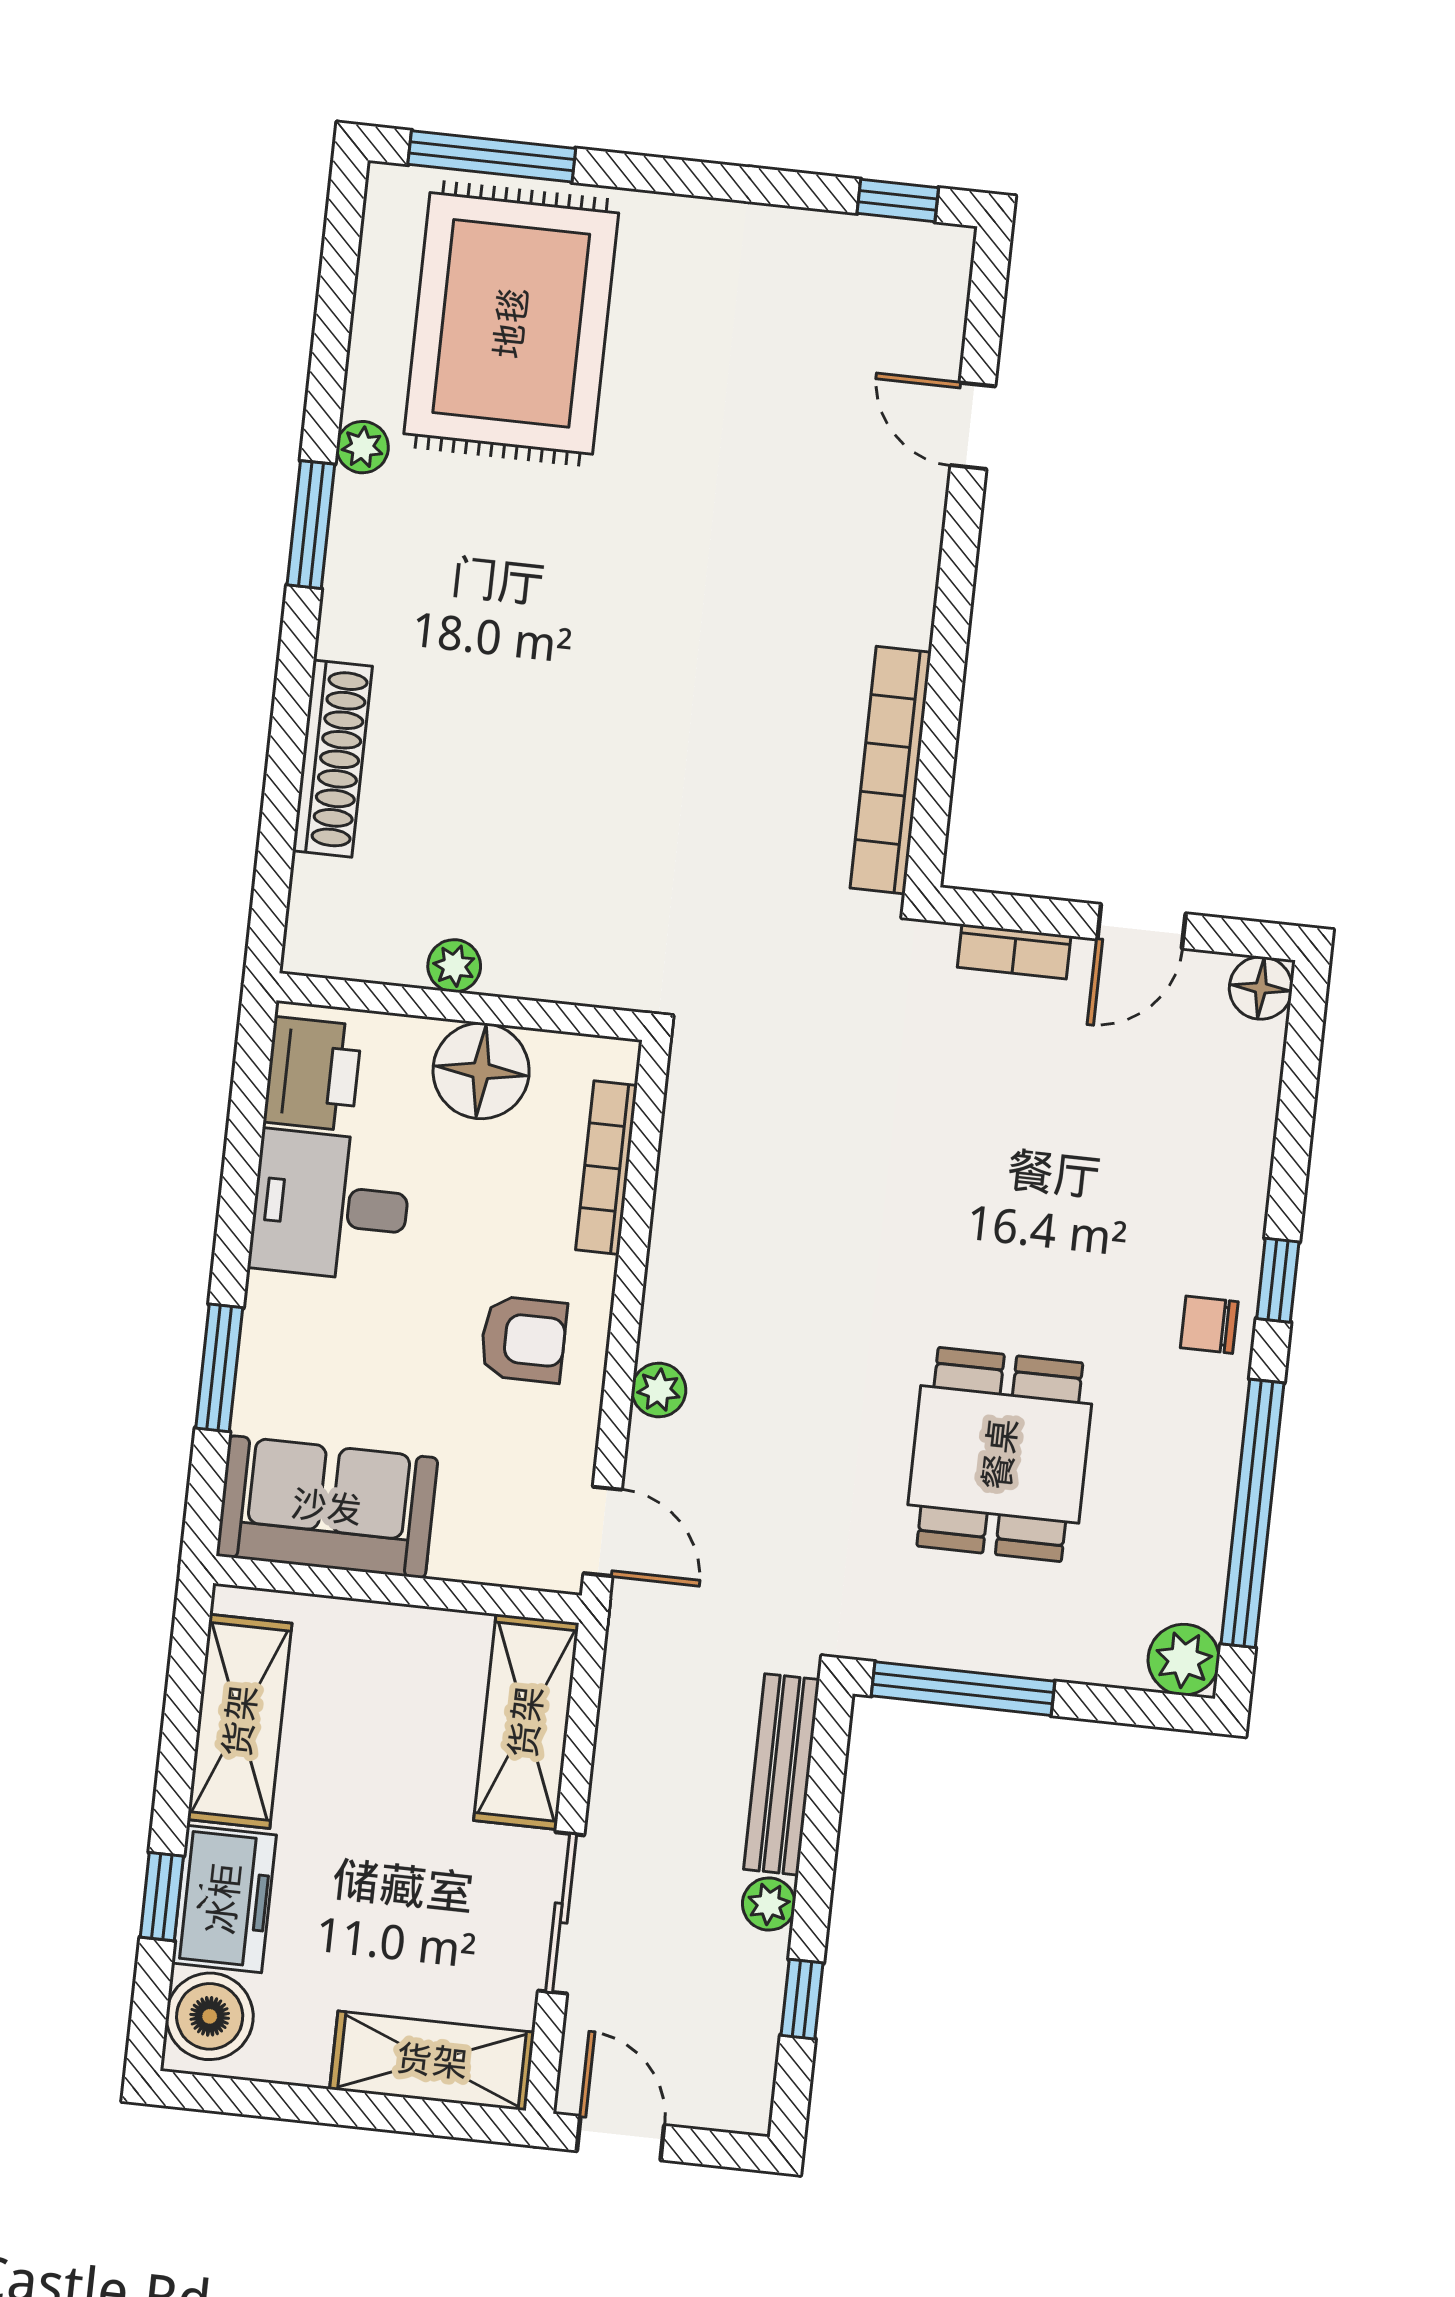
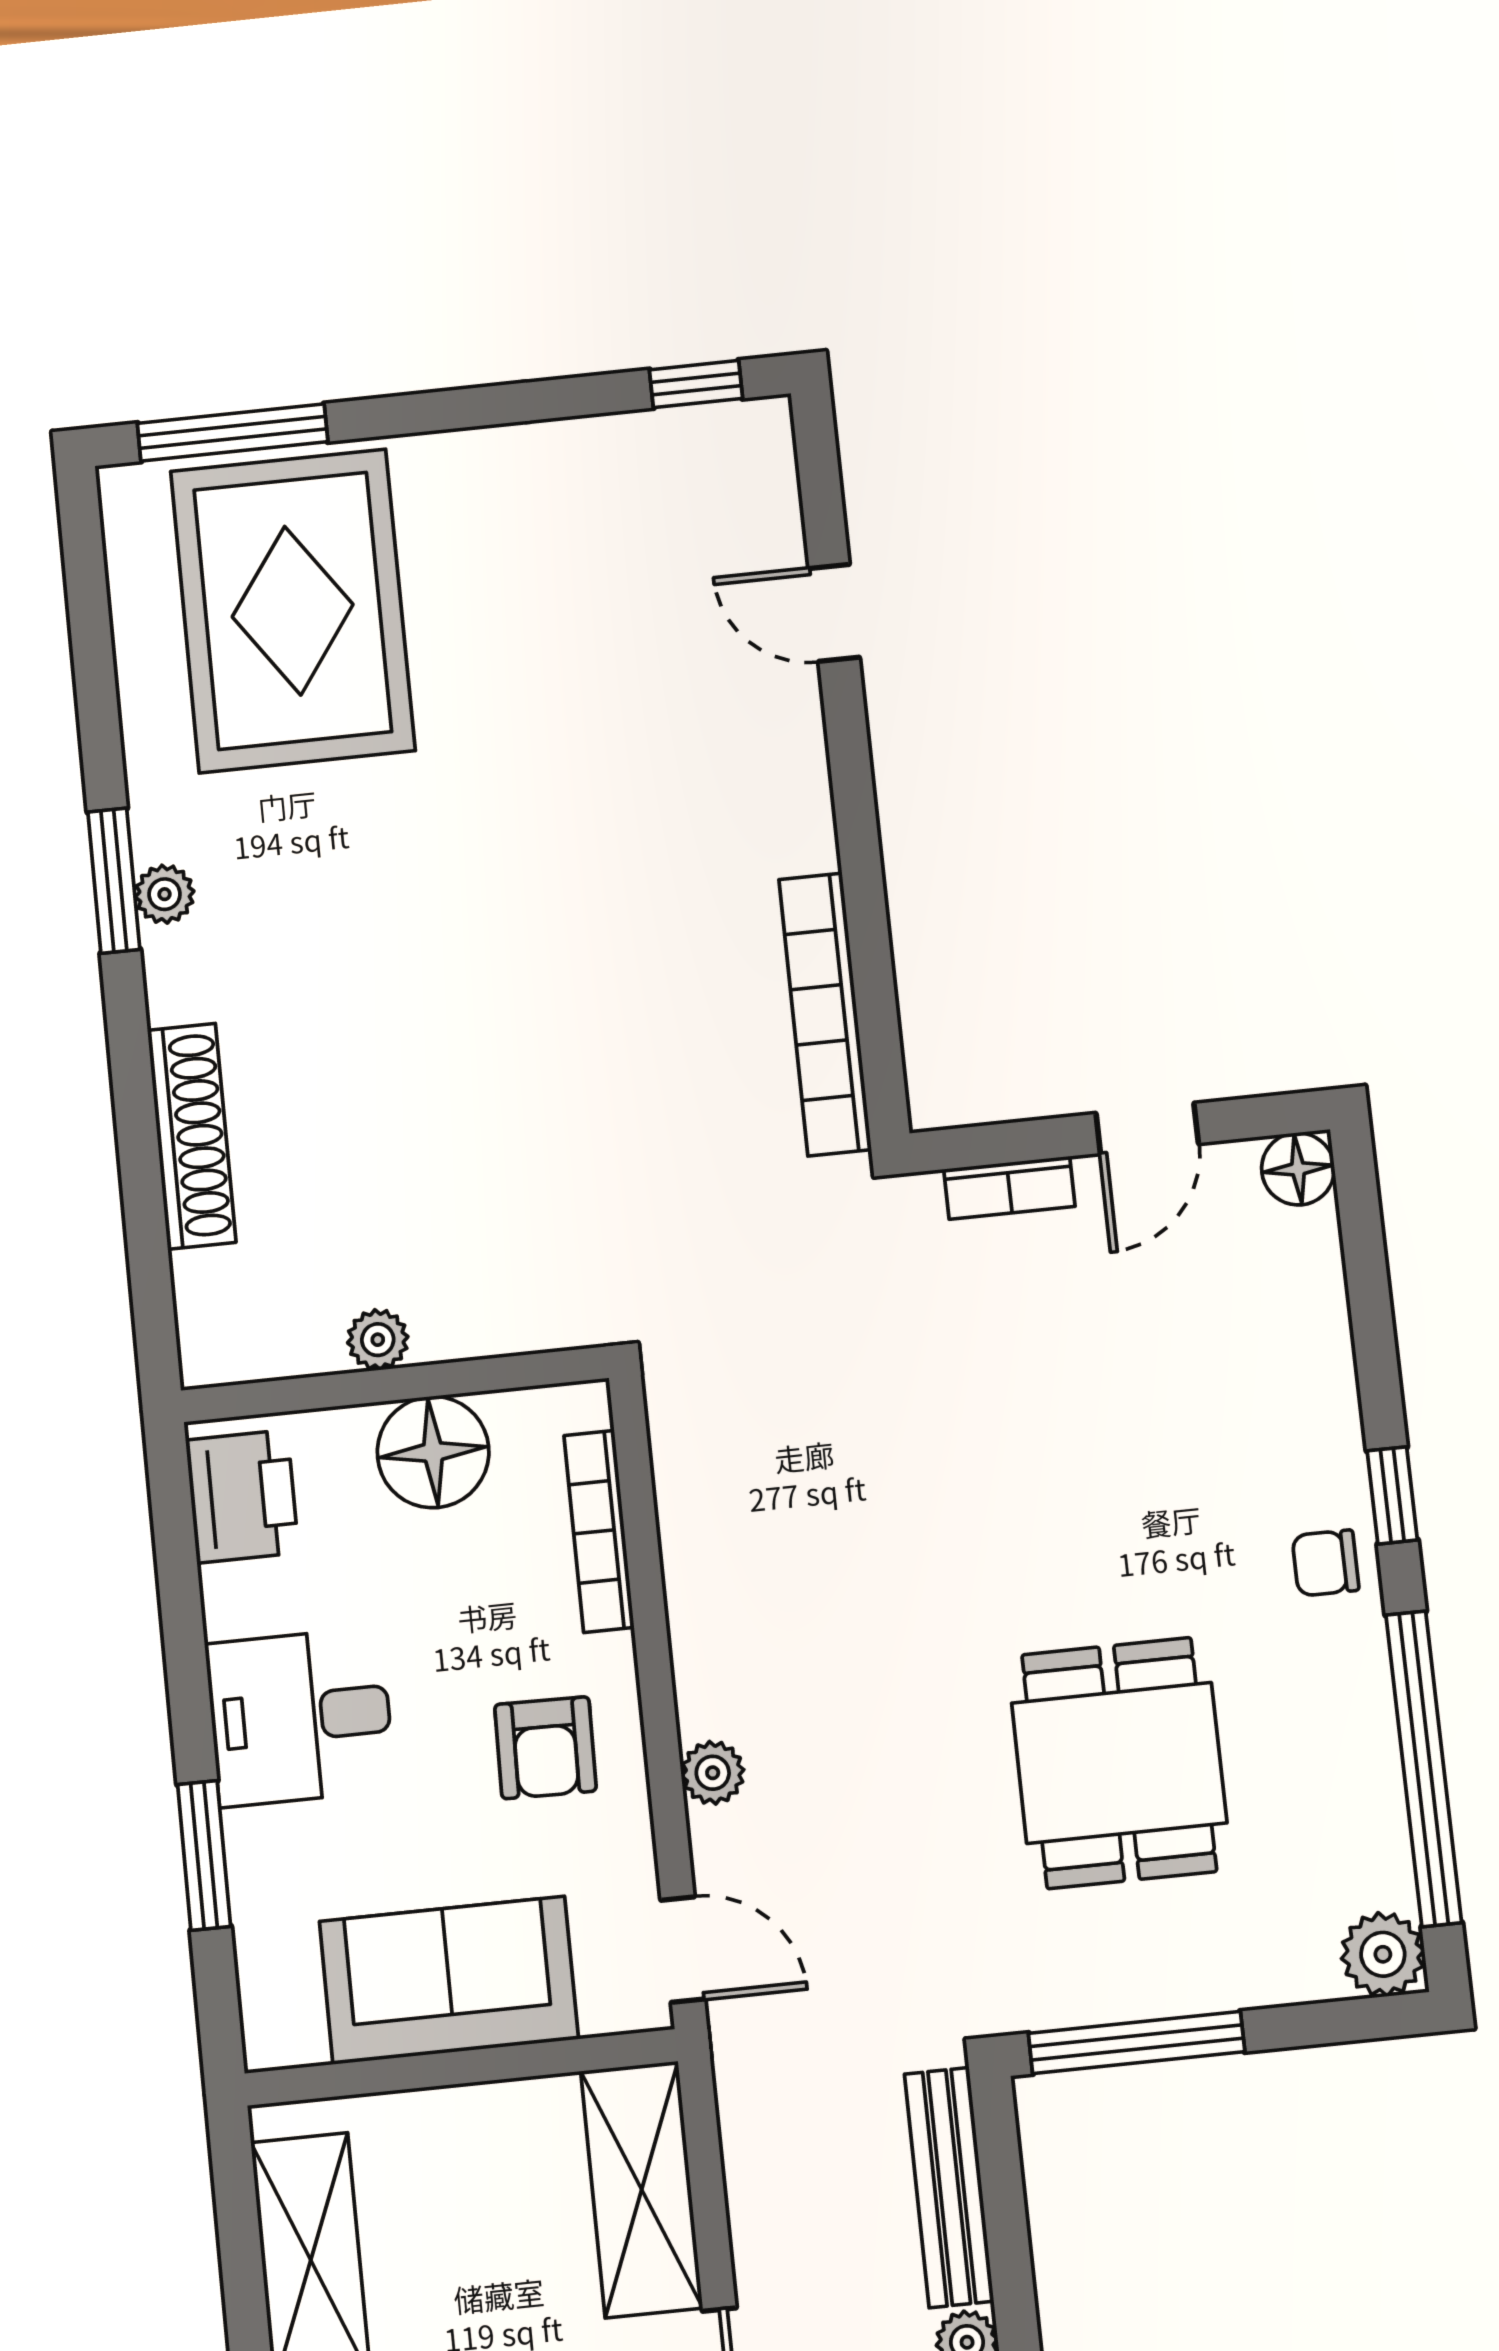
plant: (362, 447) -> (165, 894), moved
desk: (330, 1206) -> (300, 1717), moved
armchair: (523, 1339) -> (545, 1748), turned 91
sofa: (327, 1507) -> (449, 1980), moved

